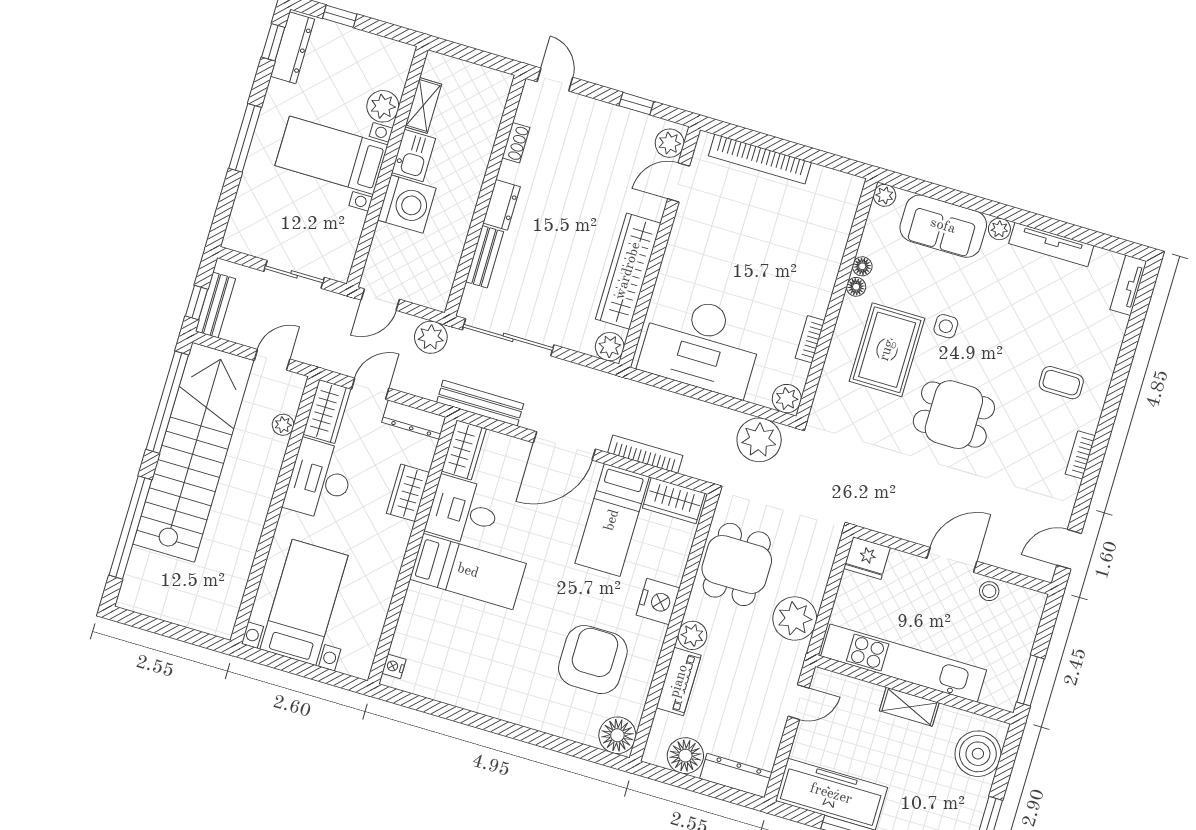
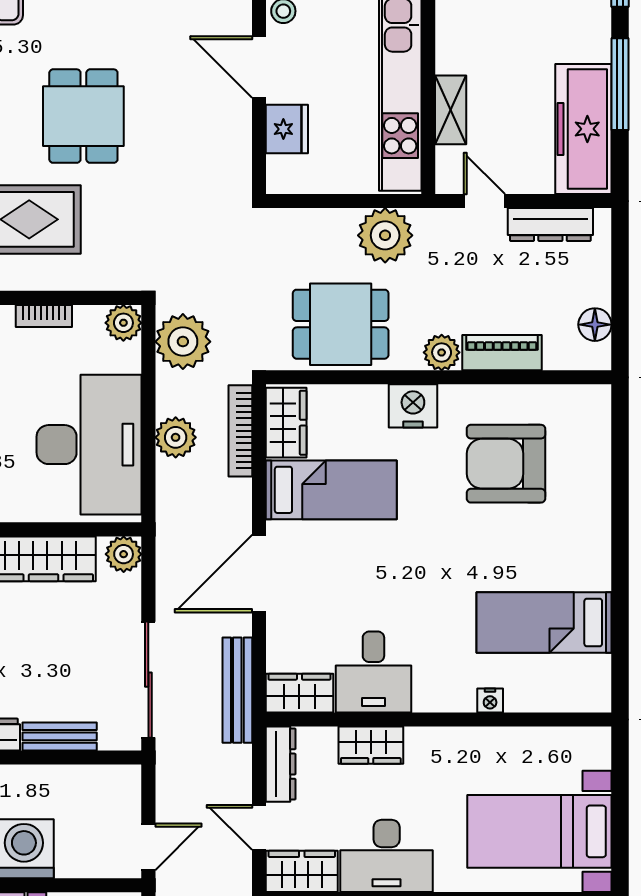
door: (380, 300) -> (148, 847), hinge flipped
plant: (431, 337) -> (176, 437), moved
door: (564, 446) -> (259, 574), swing flipped
bookcase: (645, 454) -> (240, 431), moved
fridge: (867, 558) -> (287, 129), moved
bed: (468, 571) -> (544, 622), moved, turned -90
nightstand: (394, 666) -> (490, 700), moved
shelving: (909, 707) -> (451, 110), moved
floor lamp: (617, 735) -> (588, 407), removed
floor lamp: (685, 756) -> (595, 325), width x0.73, depth x0.73
dresser: (736, 776) -> (550, 225), moved, turned -90

